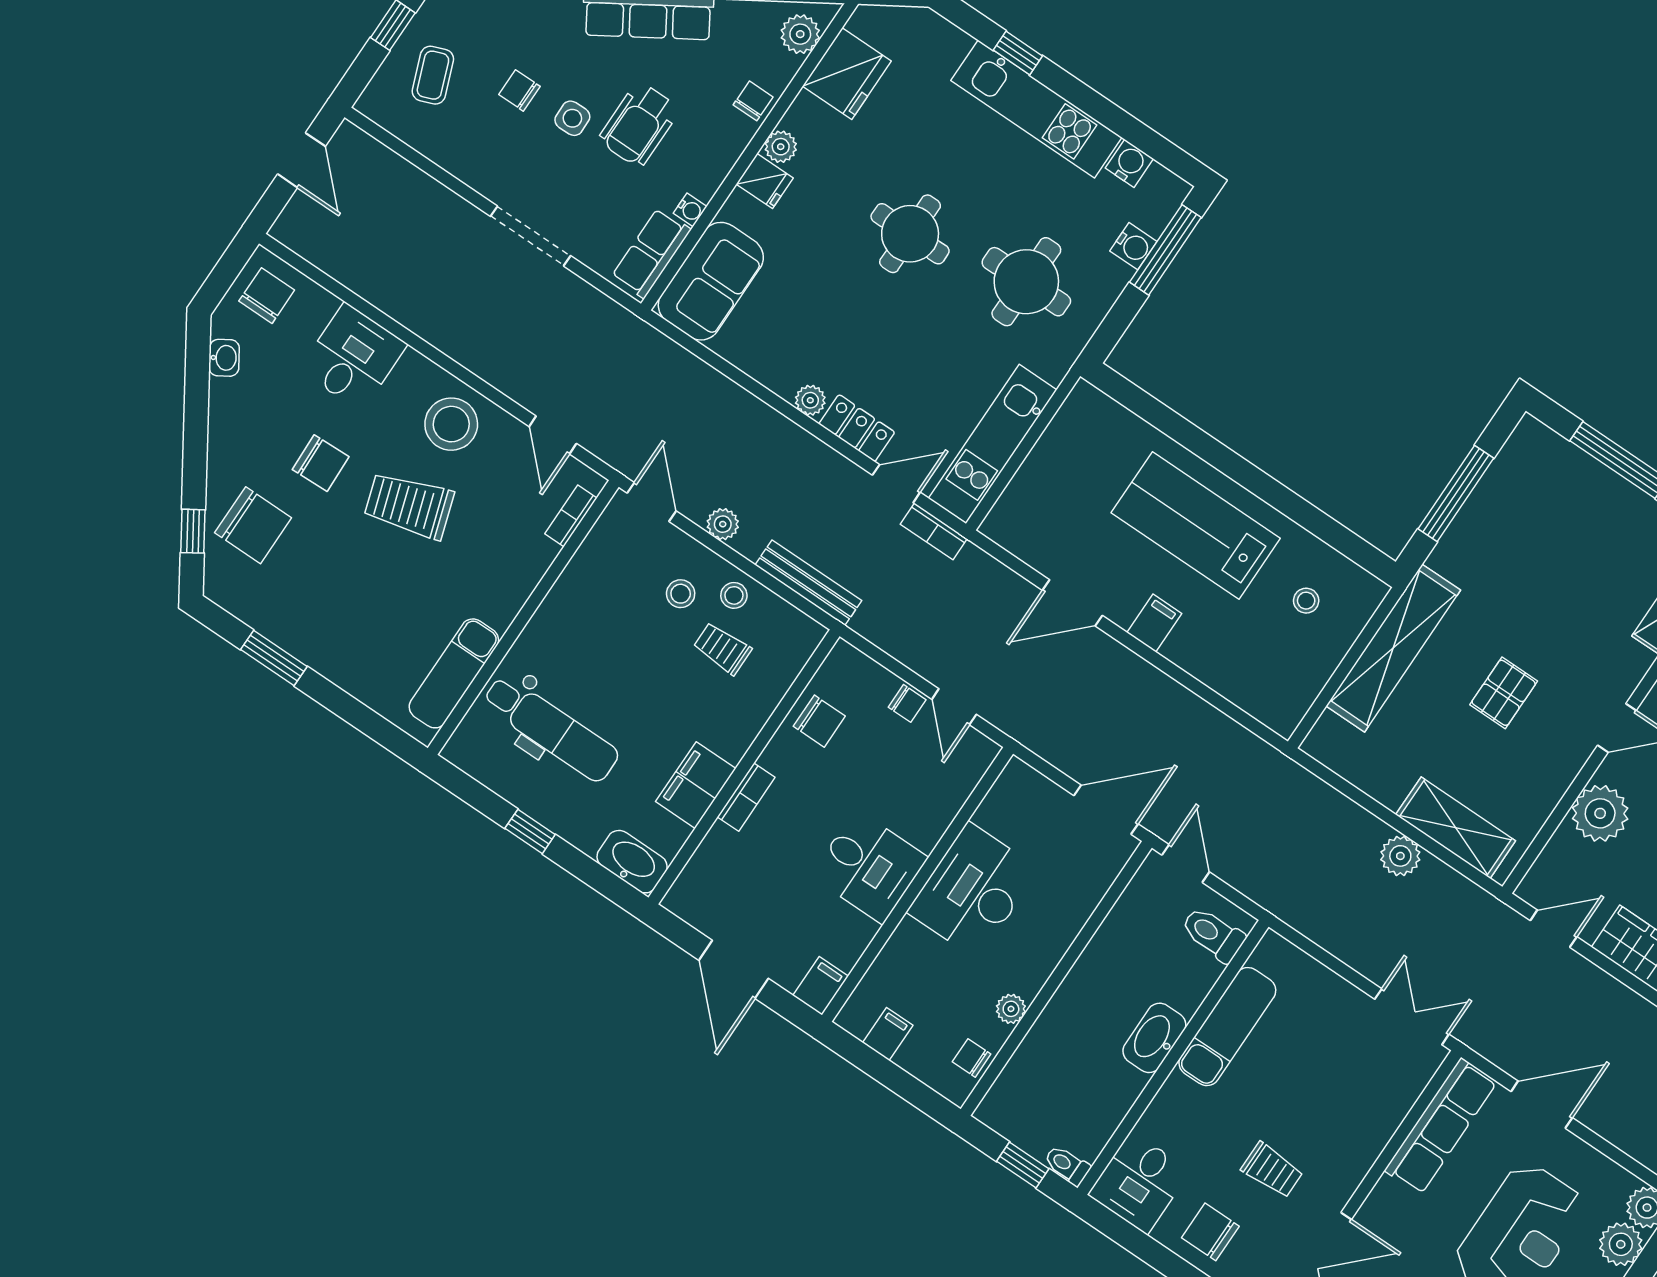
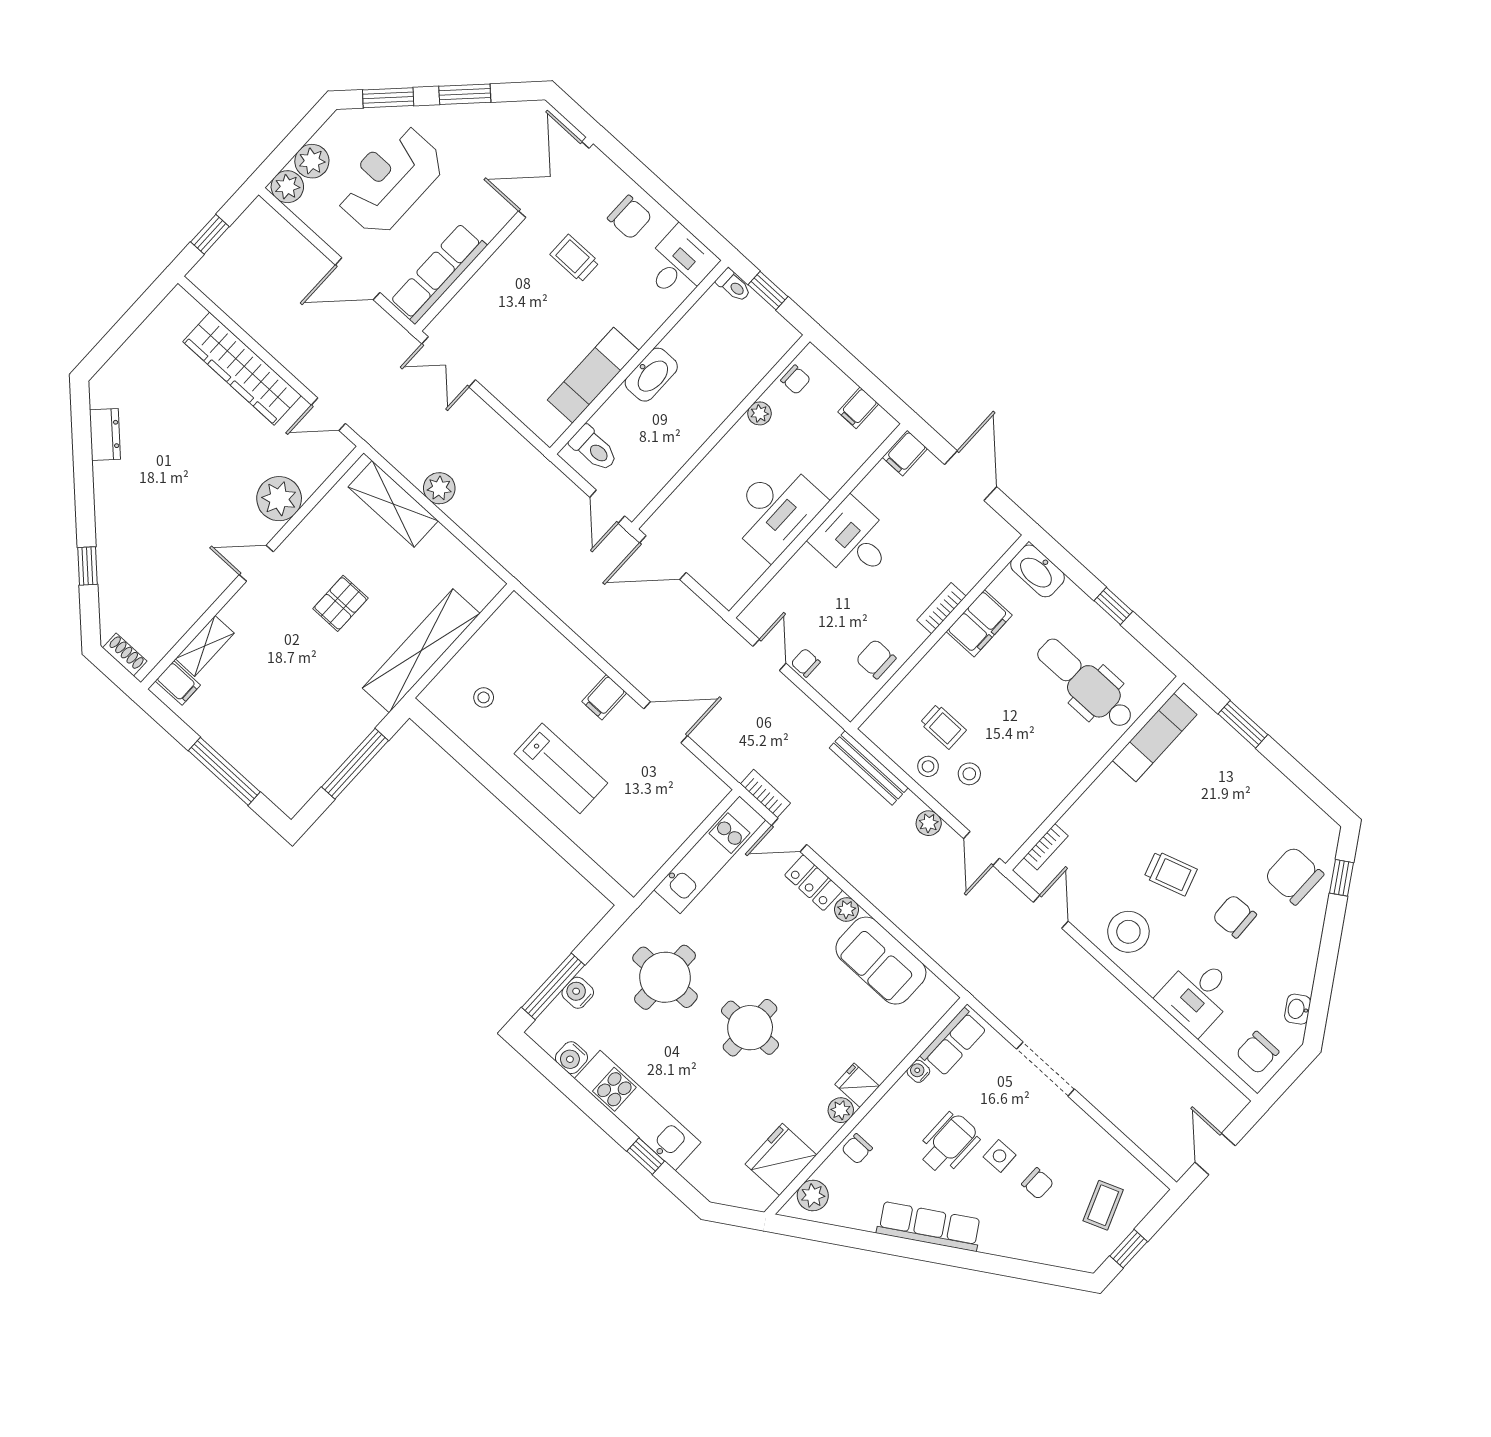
sofa: (711, 281) -> (881, 961), moved, turned -90
trolley: (409, 505) -> (1171, 873), width x0.73, depth x0.72
lab bench: (1196, 526) -> (561, 768), width x0.73, depth x0.72
window: (274, 658) -> (1243, 724), moved

